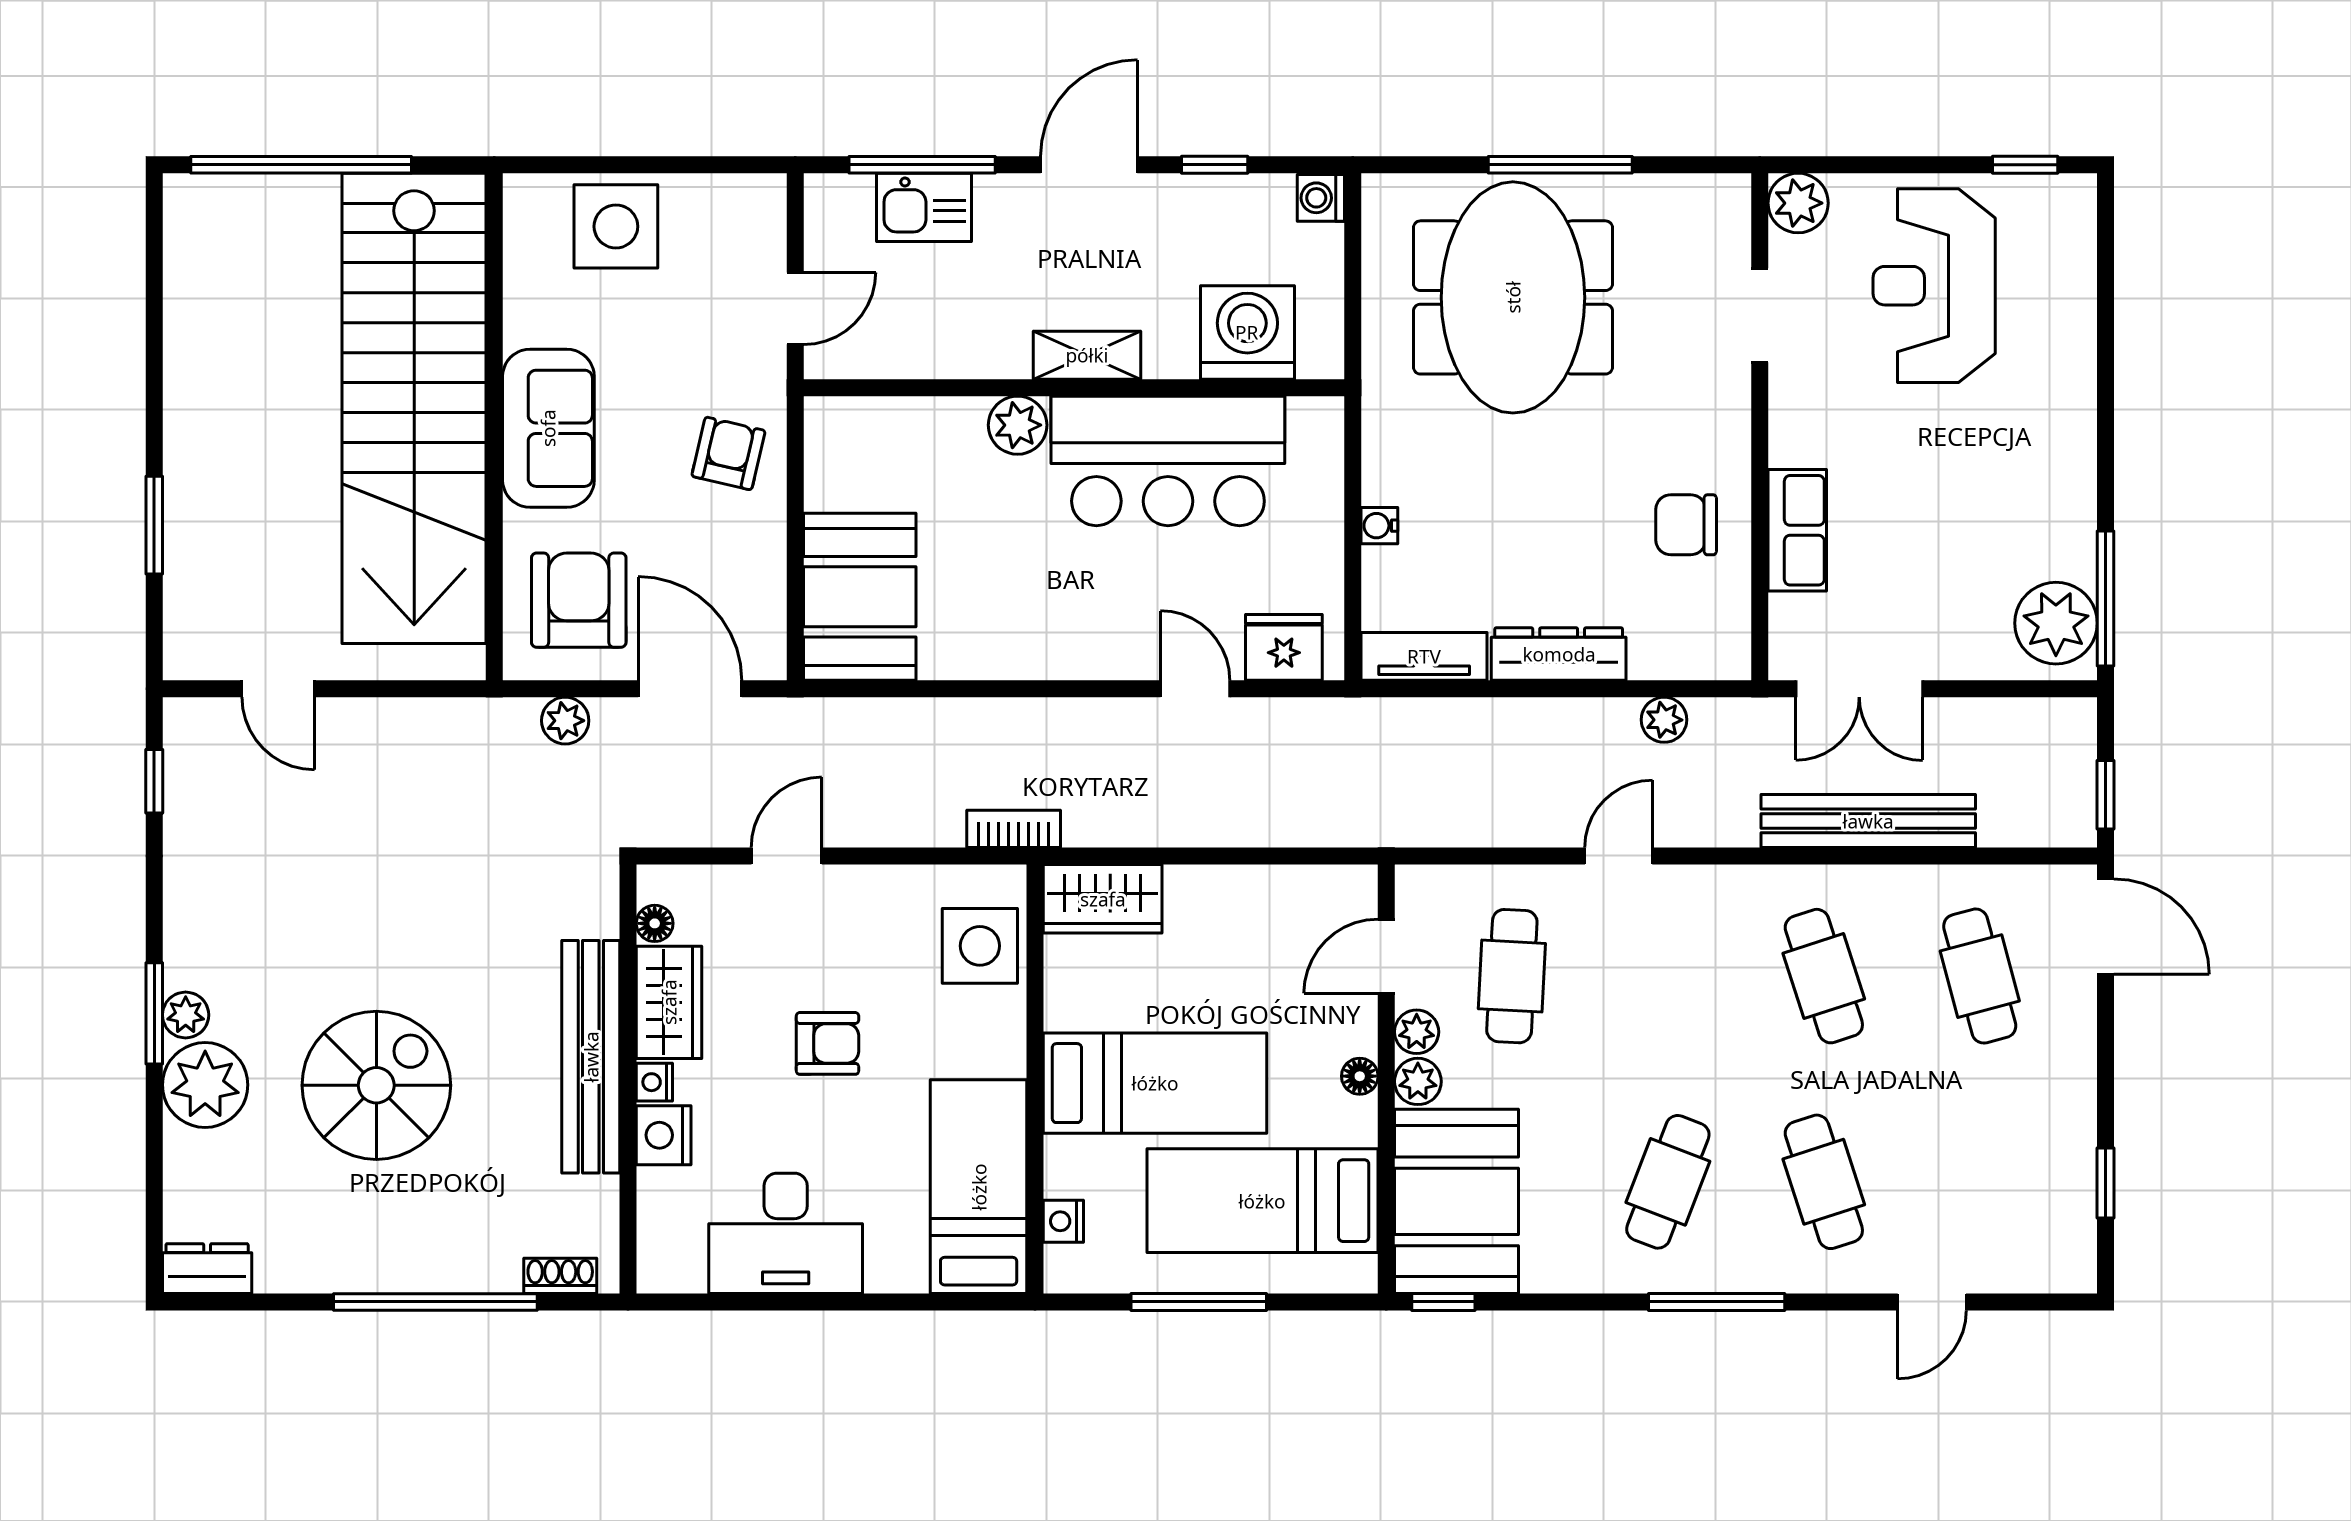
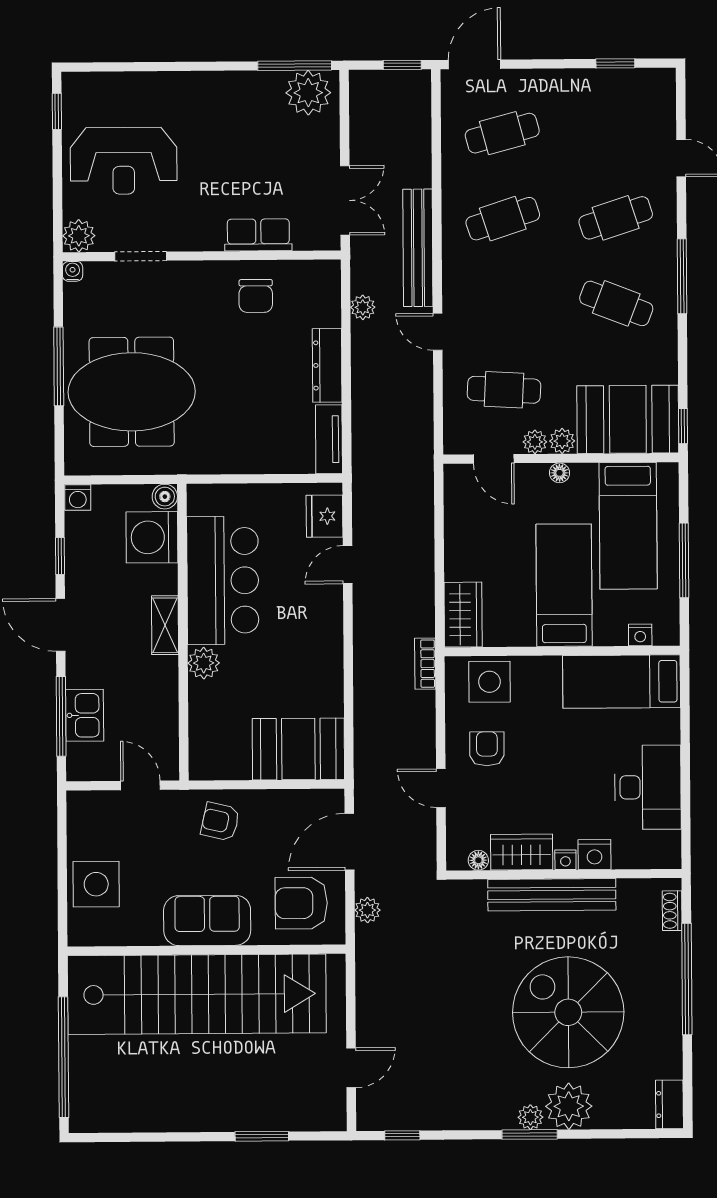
boiler: (1322, 356) -> (165, 497), added
water cooler: (1379, 526) -> (73, 271), moved, turned 180
bench: (1868, 821) -> (418, 248), moved
armchair: (828, 1043) -> (487, 749), moved
spiral stairs: (376, 1085) -> (568, 1012), width x1.37, depth x1.37

